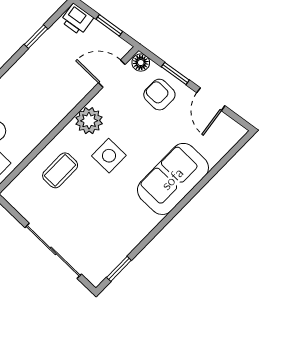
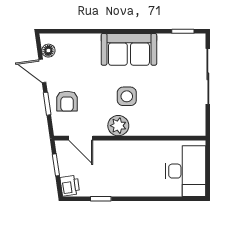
floor lamp: (141, 63) -> (48, 51), moved
door: (211, 99) -> (42, 71), swing flipped
coffee table: (60, 170) -> (161, 115), removed
sofa: (173, 179) -> (129, 49), moved

